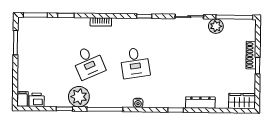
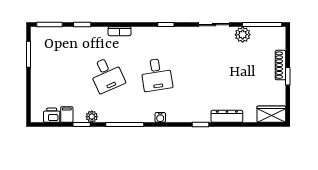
plant: (79, 97) -> (92, 117), width x0.53, depth x0.53
filing cabinet: (22, 99) -> (67, 115), moved

